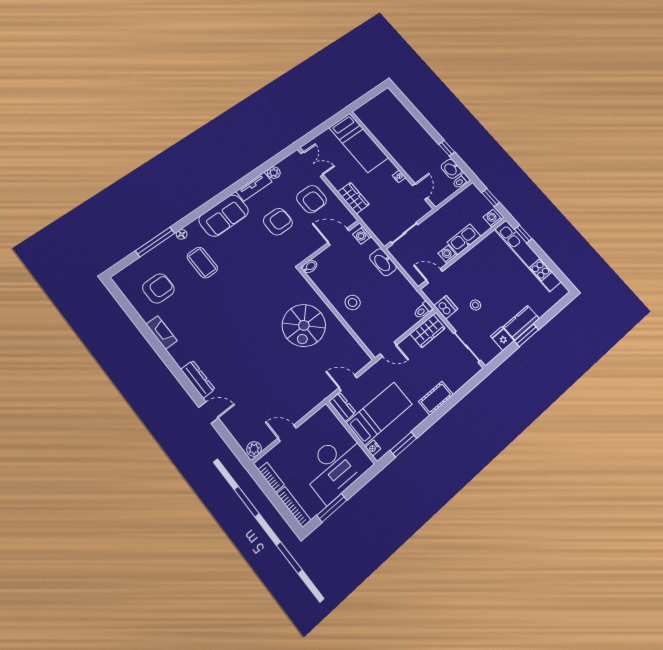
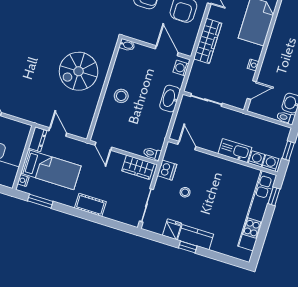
wardrobe: (353, 198) -> (208, 41), width x1.50
washing machine: (448, 254) -> (256, 159), moved
window: (526, 335) -> (188, 247), width x0.67

